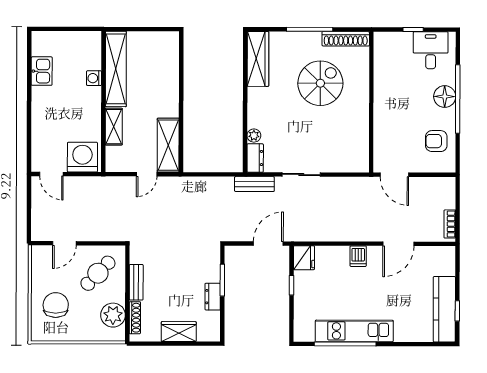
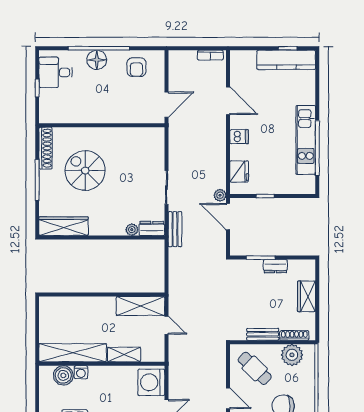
boiler: (90, 58) -> (63, 375), added
plant: (292, 235) -> (220, 195), added
fridge: (304, 258) -> (239, 171), moved, turned 90

